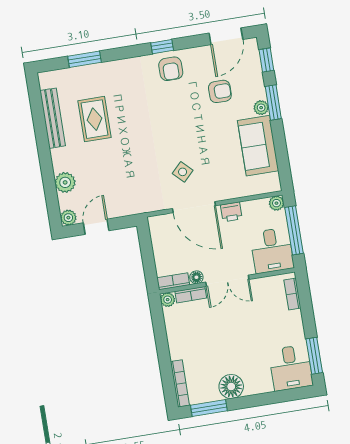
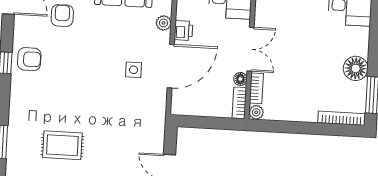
side table: (183, 172) -> (134, 70), turned 45
plant: (234, 191) -> (164, 23), added

